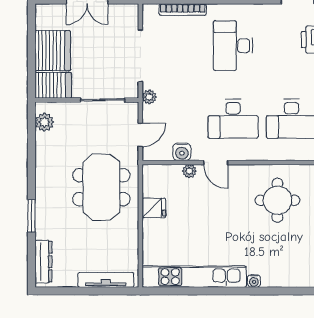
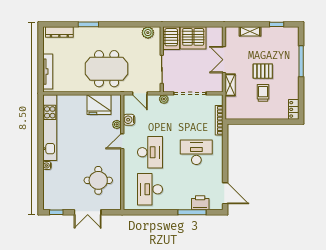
desk: (233, 119) -> (150, 152), turned 180
fridge: (154, 208) -> (99, 105), width x1.88, depth x1.34

